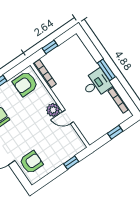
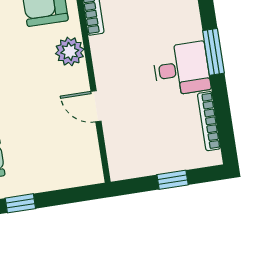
plant: (53, 110) -> (70, 51), moved
window: (71, 163) -> (20, 203), moved

